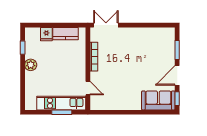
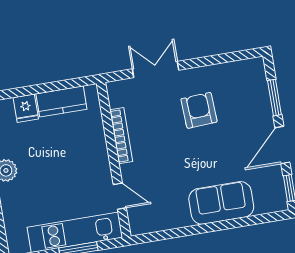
double door: (106, 25) -> (156, 70), moved
armchair: (137, 50) -> (199, 110), added
sofa: (158, 100) -> (221, 203), moved

